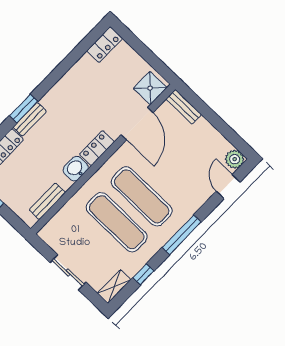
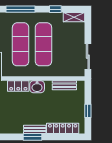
sliding door: (68, 272) -> (88, 57), moved

